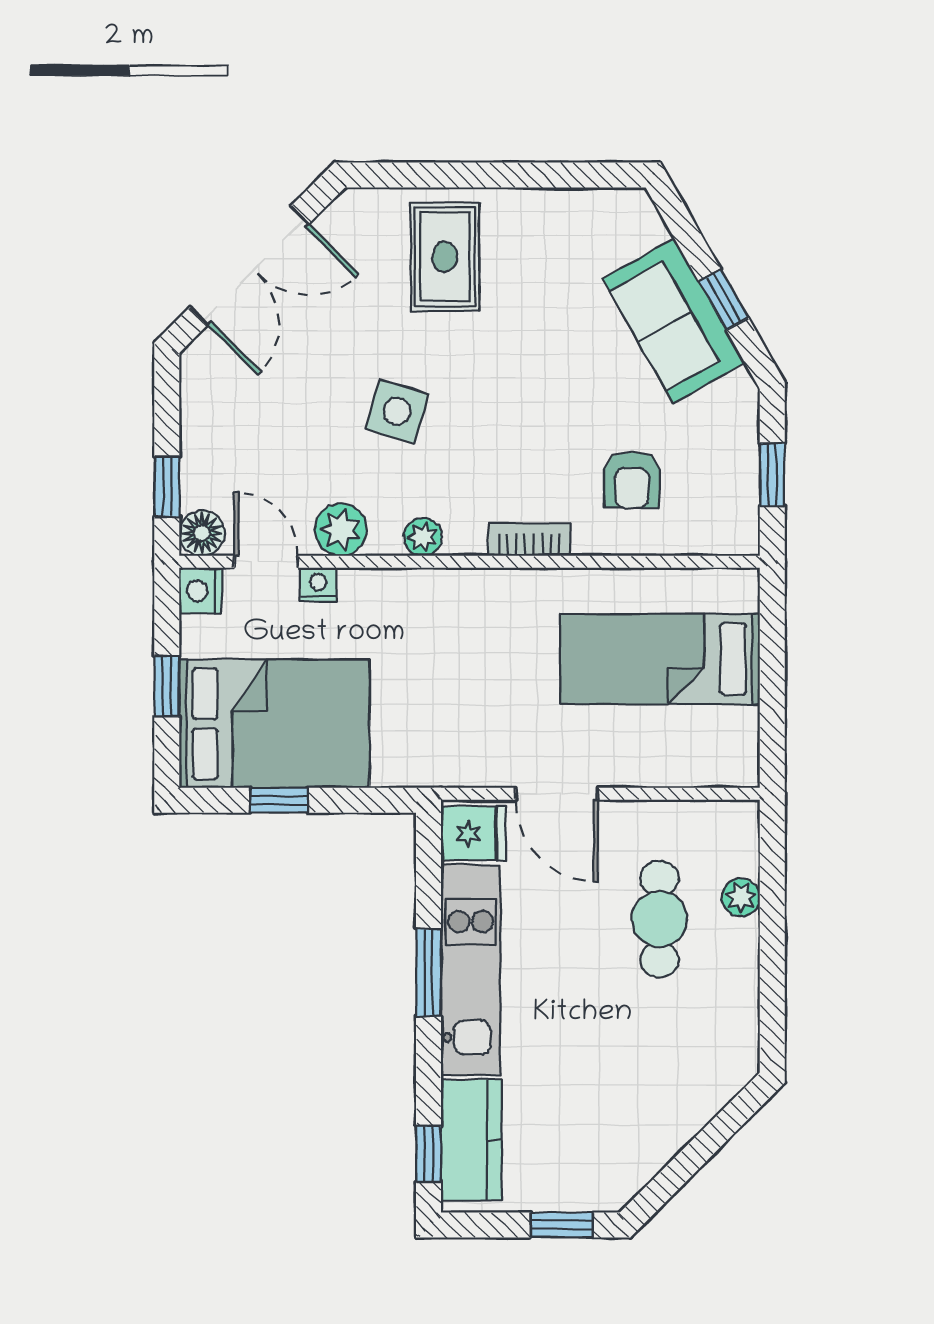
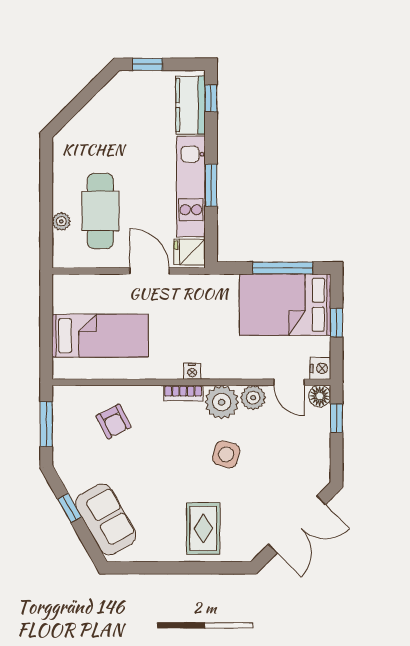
double door: (249, 265) -> (297, 524), swing flipped
sofa: (674, 321) -> (106, 519), moved
window: (772, 474) -> (46, 424), width x1.50
armchair: (632, 480) -> (114, 421), turned 153
plant: (423, 537) -> (222, 402), width x1.87, depth x1.87
bookcase: (529, 539) -> (183, 393), moved
nightstand: (318, 585) -> (192, 371), moved
window: (279, 800) -> (283, 268), width x2.17
cafe table: (659, 919) -> (100, 211), width x1.37, depth x1.35

